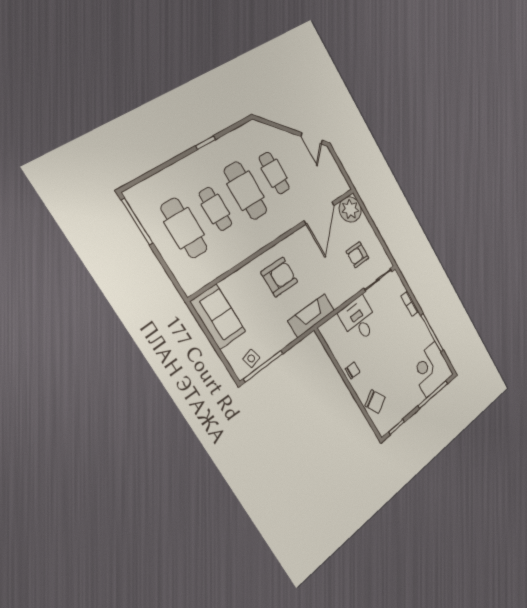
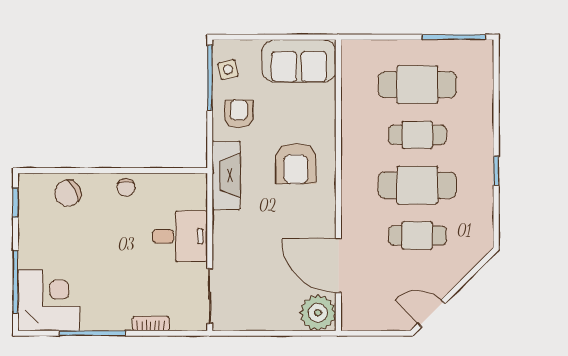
armchair: (357, 255) -> (239, 114), moved

